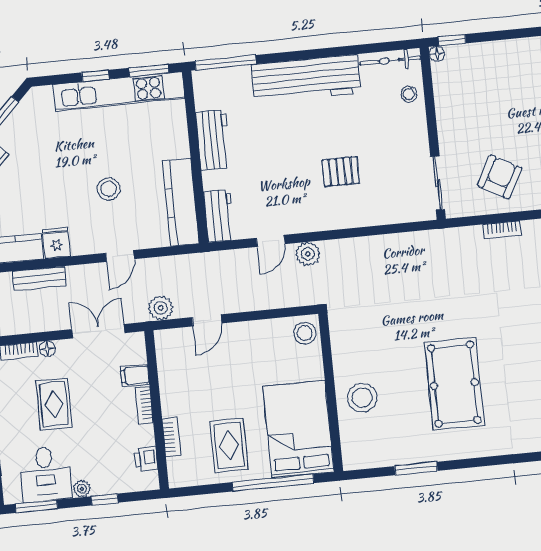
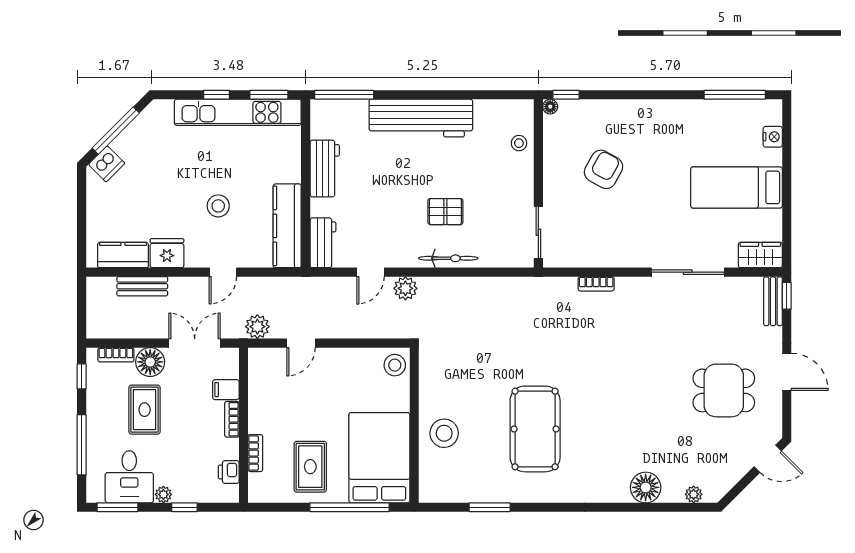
bicycle: (390, 61) -> (448, 258), moved, turned 180
armchair: (500, 177) -> (604, 169), moved
fridge: (56, 243) -> (167, 253), width x1.38
floor lamp: (47, 349) -> (150, 362), width x1.89, depth x1.89

